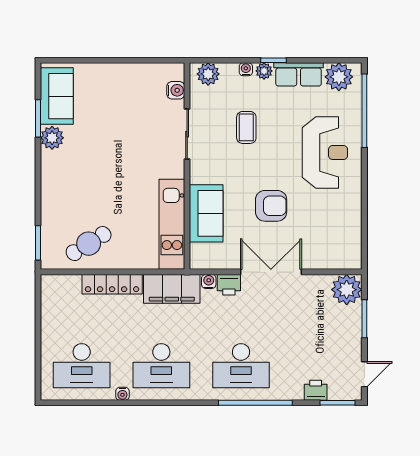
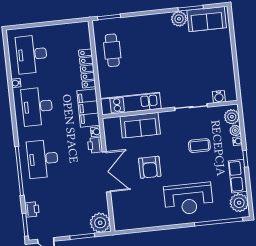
plant: (264, 71) -> (235, 130), moved
cafe table: (89, 244) -> (112, 50), turned 32

